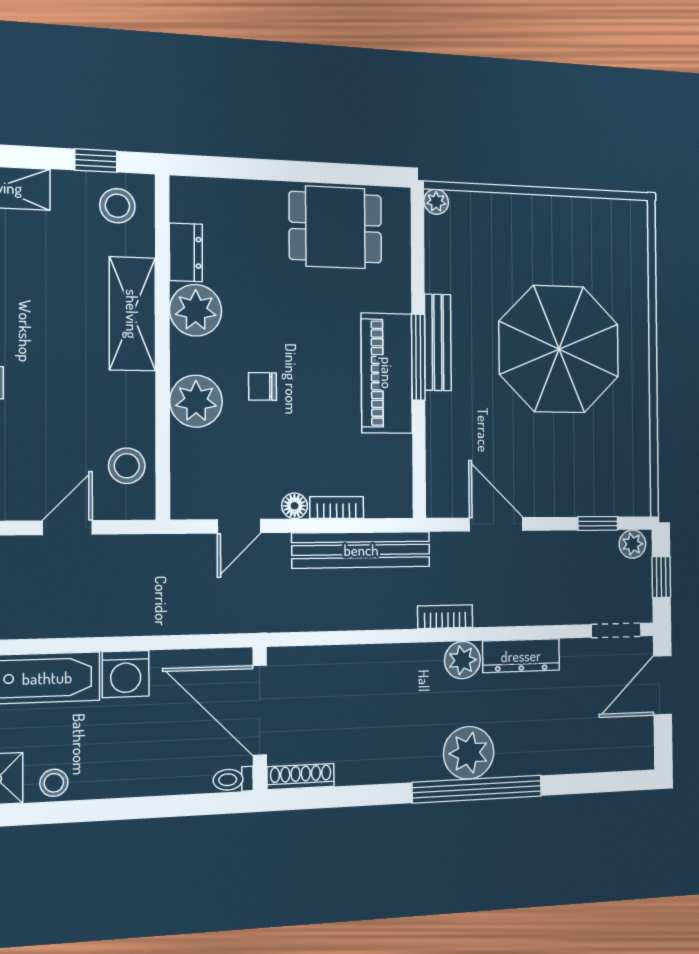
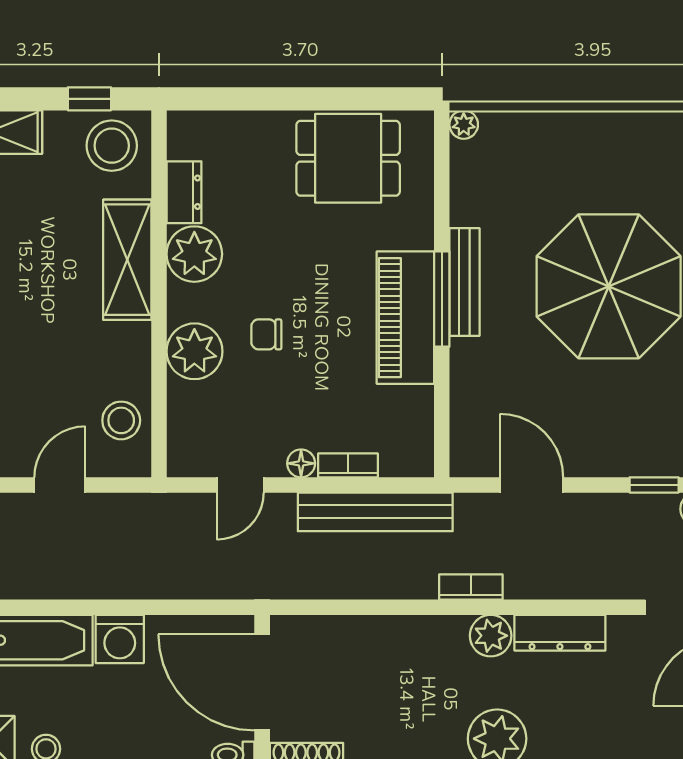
stool: (117, 206) -> (112, 146), width x1.38, depth x1.38

